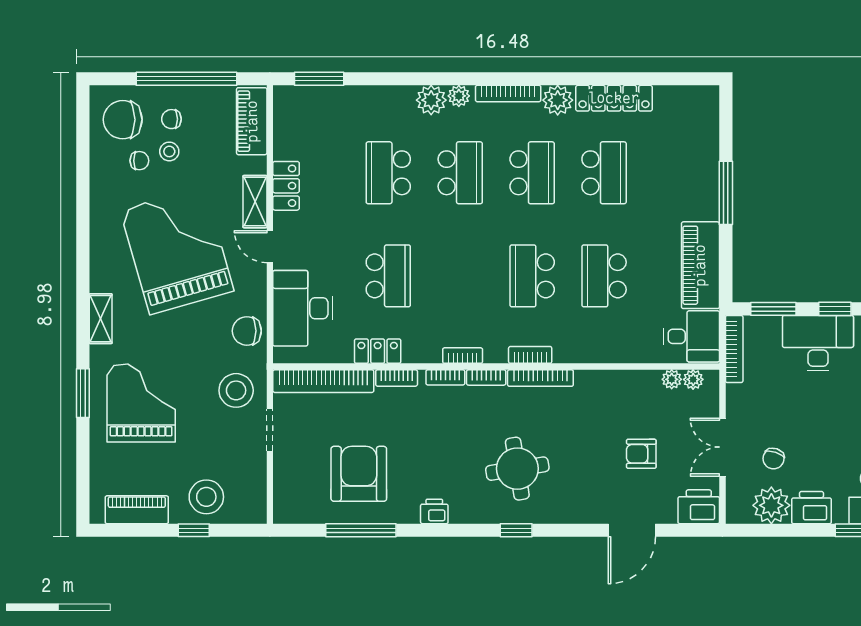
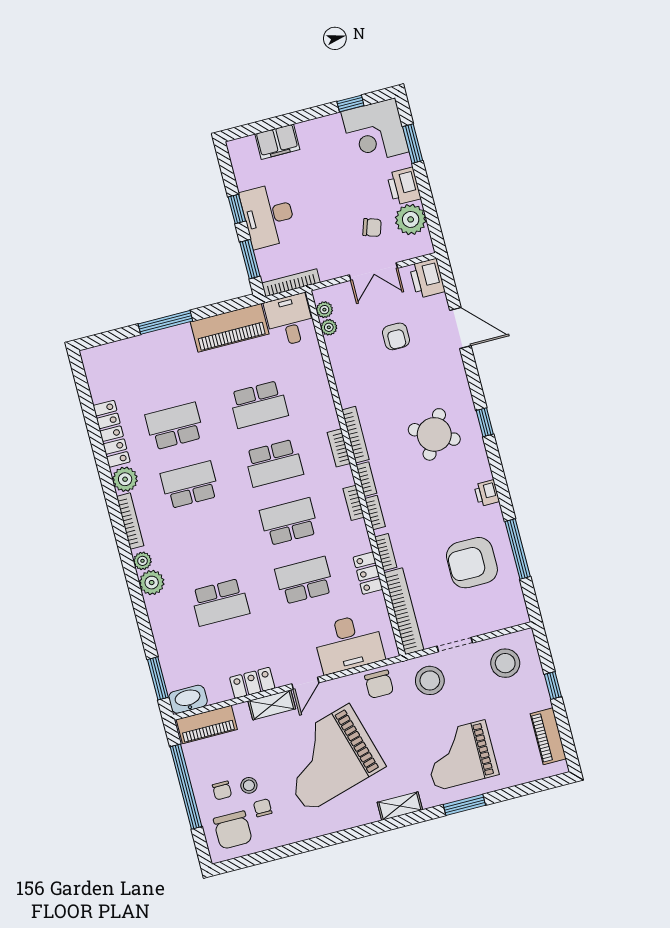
washbasin: (286, 107) -> (188, 699), added
school desk: (460, 173) -> (289, 522), moved
round table: (517, 469) -> (434, 434), turned 37
stool: (206, 497) -> (505, 663), moved

